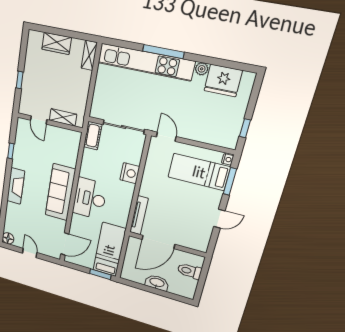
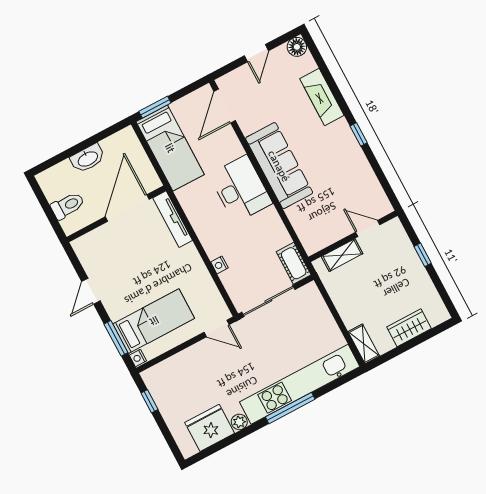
window: (11, 151) -> (359, 134), moved
nightstand: (130, 173) -> (219, 265), width x0.53, depth x0.56
fireplace: (16, 186) -> (322, 97), moved
door: (30, 253) -> (256, 53), hinge flipped

